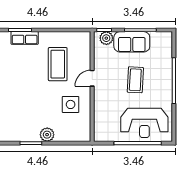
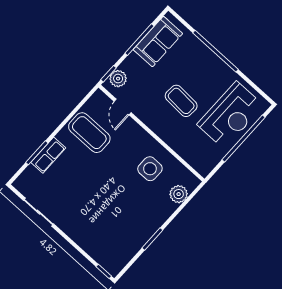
sofa: (132, 42) -> (158, 42), moved
coffee table: (58, 64) -> (89, 133), moved
door: (92, 78) -> (123, 107), moved
coffee table: (135, 80) -> (181, 101), moved
plant: (47, 135) -> (179, 194), moved

